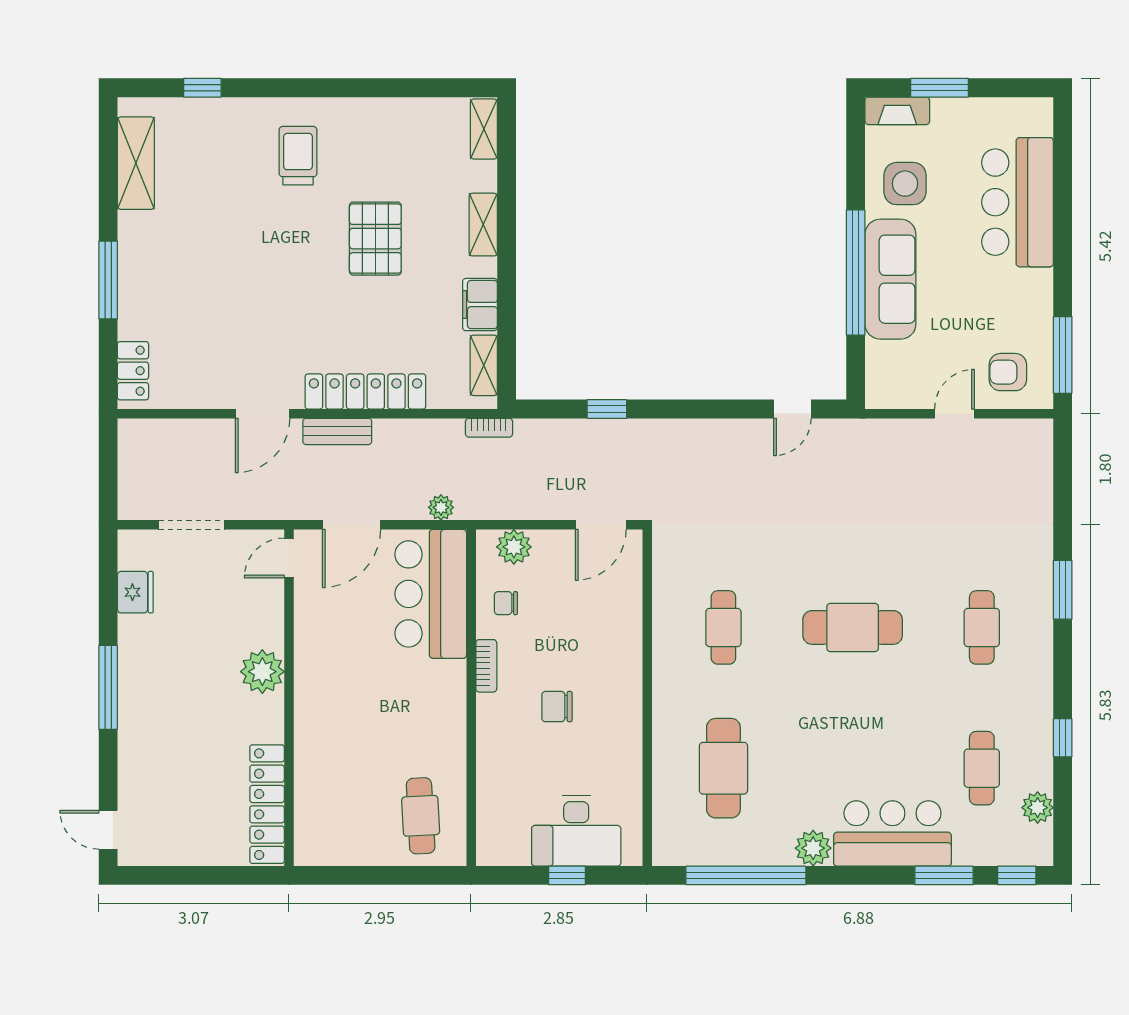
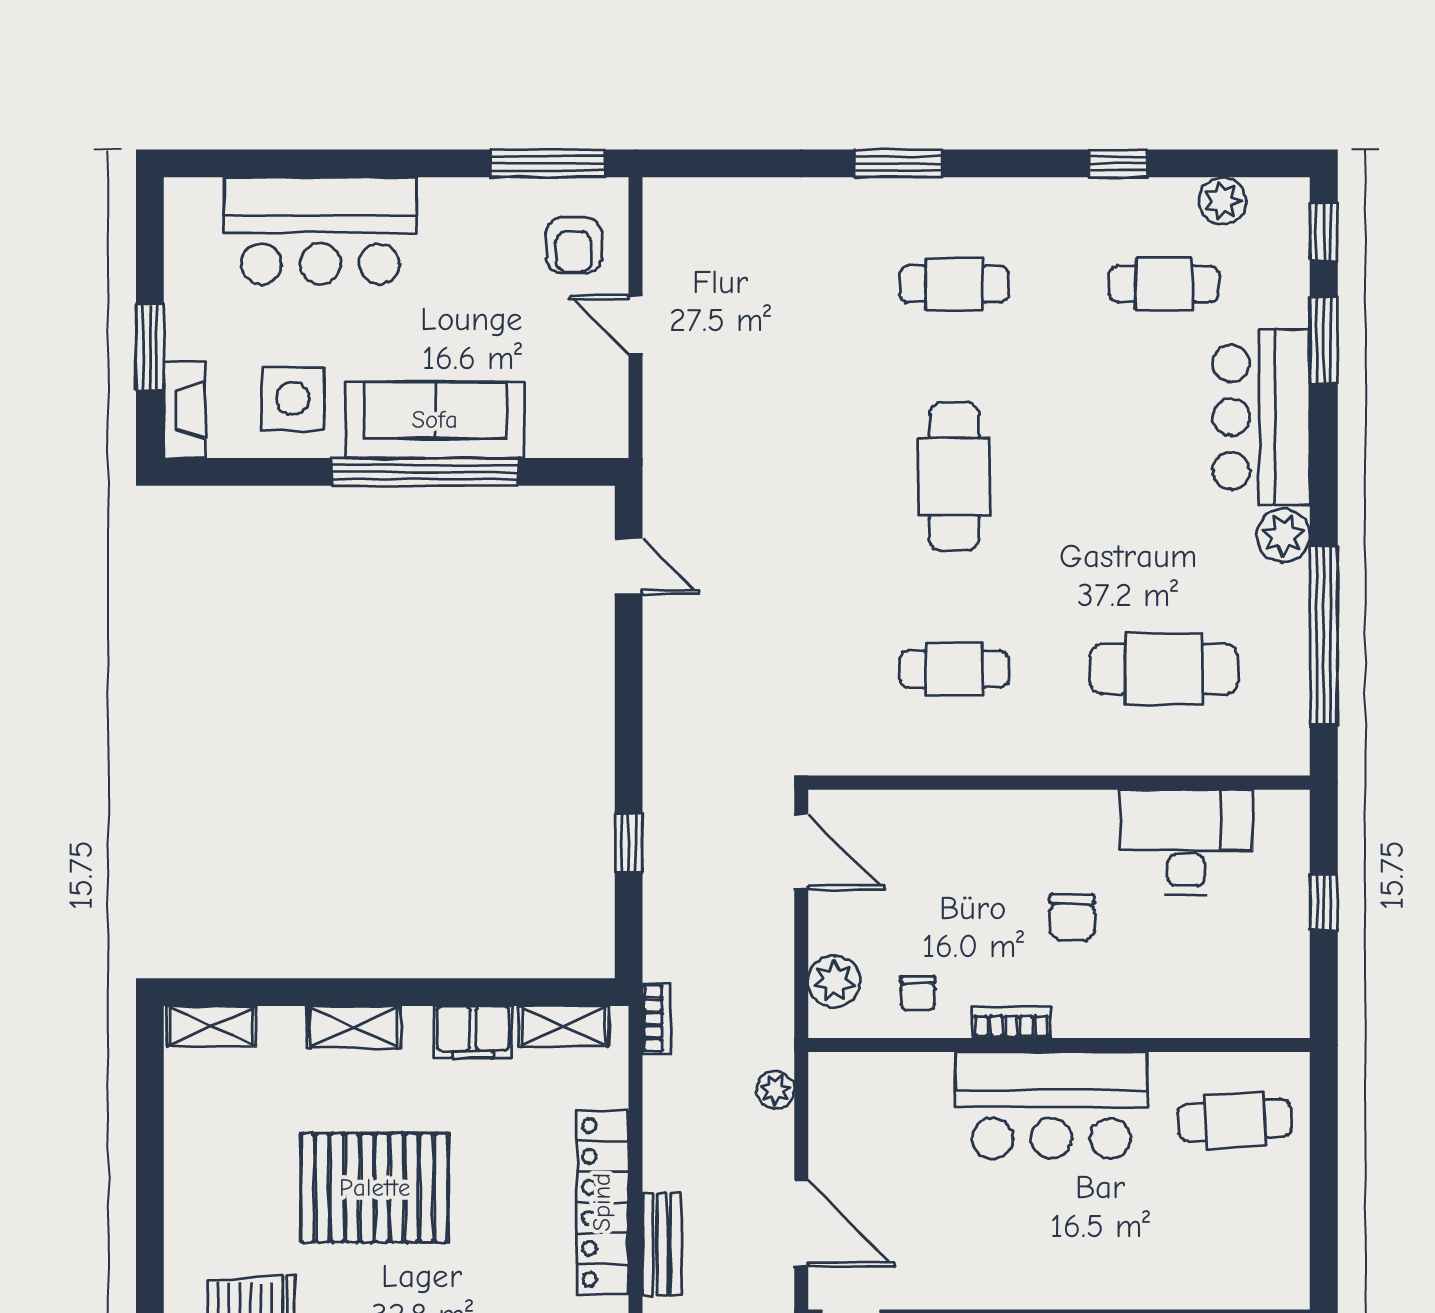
pallet: (375, 239) -> (375, 1188), width x1.37, depth x1.41
bar counter: (431, 594) -> (1051, 1105), moved
desk: (576, 831) -> (1186, 842), moved, turned -90

